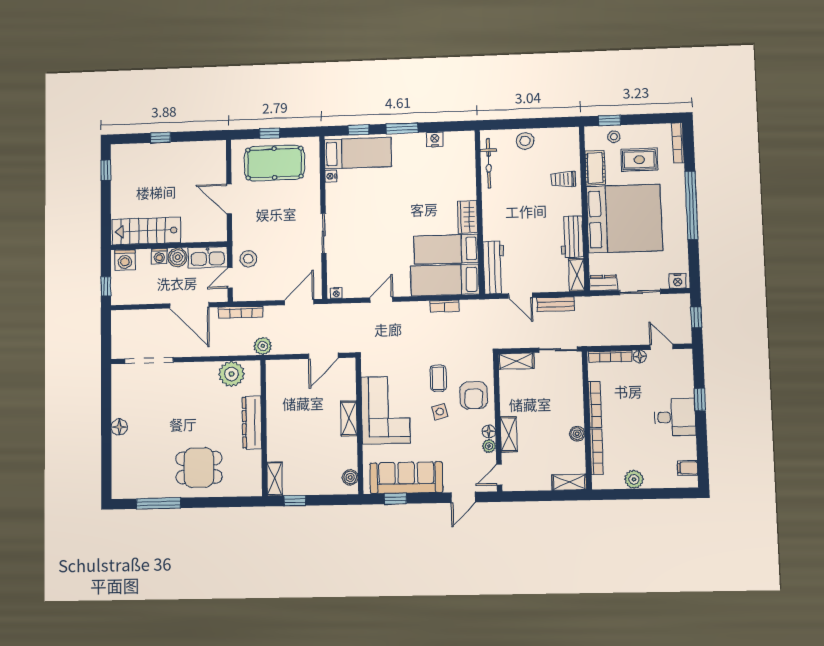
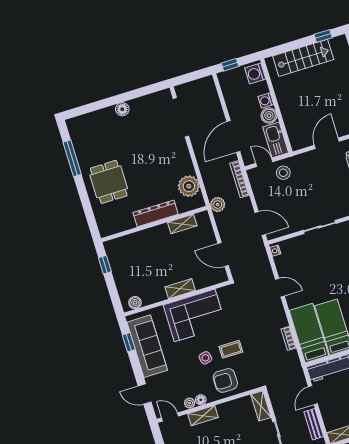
stairs: (146, 231) -> (303, 58), moved, turned 90
shelving: (275, 479) -> (182, 224), moved

